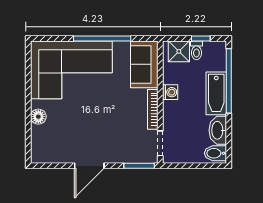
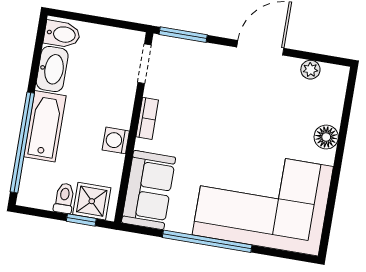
window: (201, 38) -> (81, 220), moved
bookcase: (153, 109) -> (147, 118), width x0.64
plant: (55, 157) -> (310, 70), added

